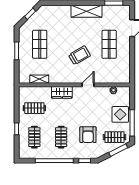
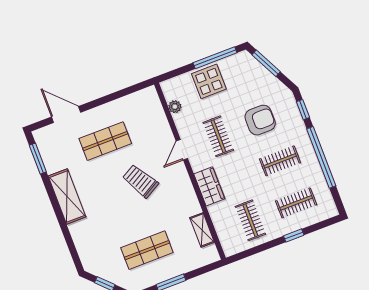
door: (88, 85) -> (182, 150), hinge flipped
clothes rail: (114, 137) -> (218, 136), moved

